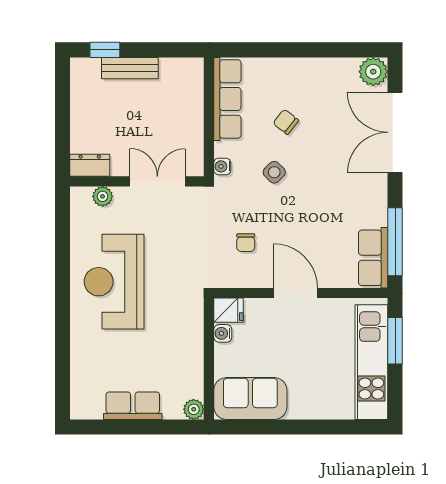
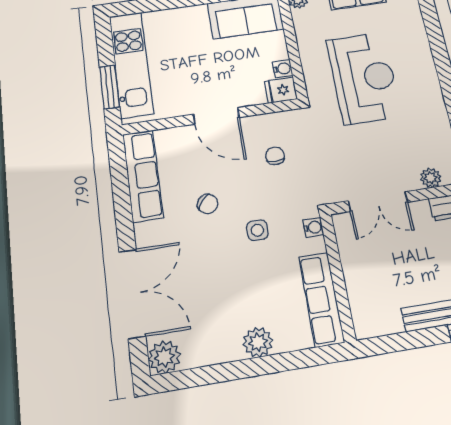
plant: (290, 71) -> (258, 342), added
chair: (286, 122) -> (208, 204), moved
side table: (274, 172) -> (257, 230), turned 45
window: (395, 242) -> (120, 180), removed
row of seats: (373, 258) -> (143, 175), width x1.48
reception desk: (114, 282) -> (364, 78), moved

